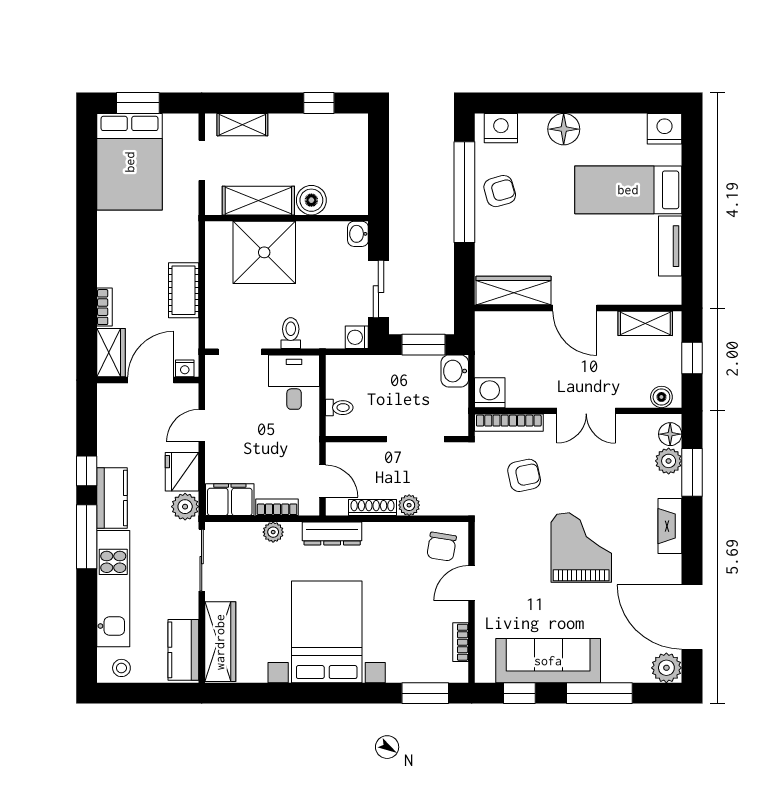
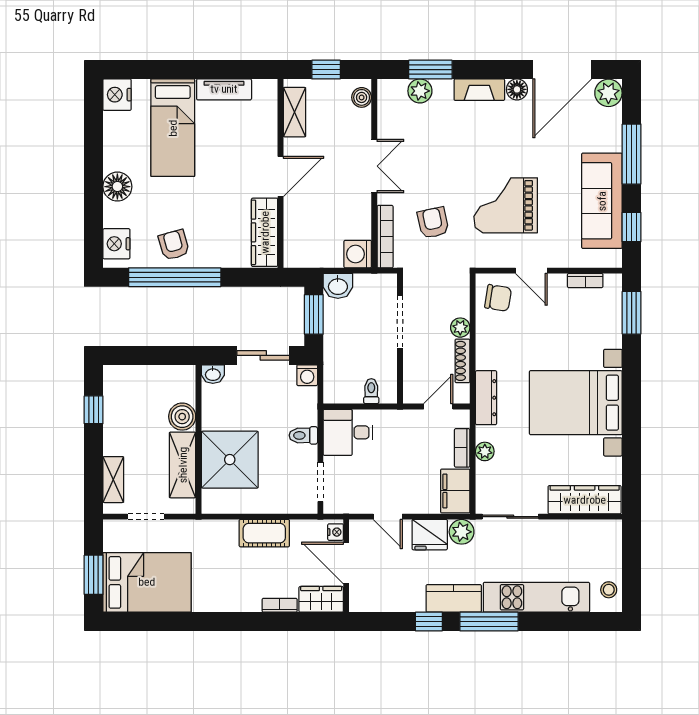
floor lamp: (670, 434) -> (517, 89), moved
grand piano: (581, 547) -> (506, 205), moved
kitchen counter: (183, 650) -> (592, 533), removed

